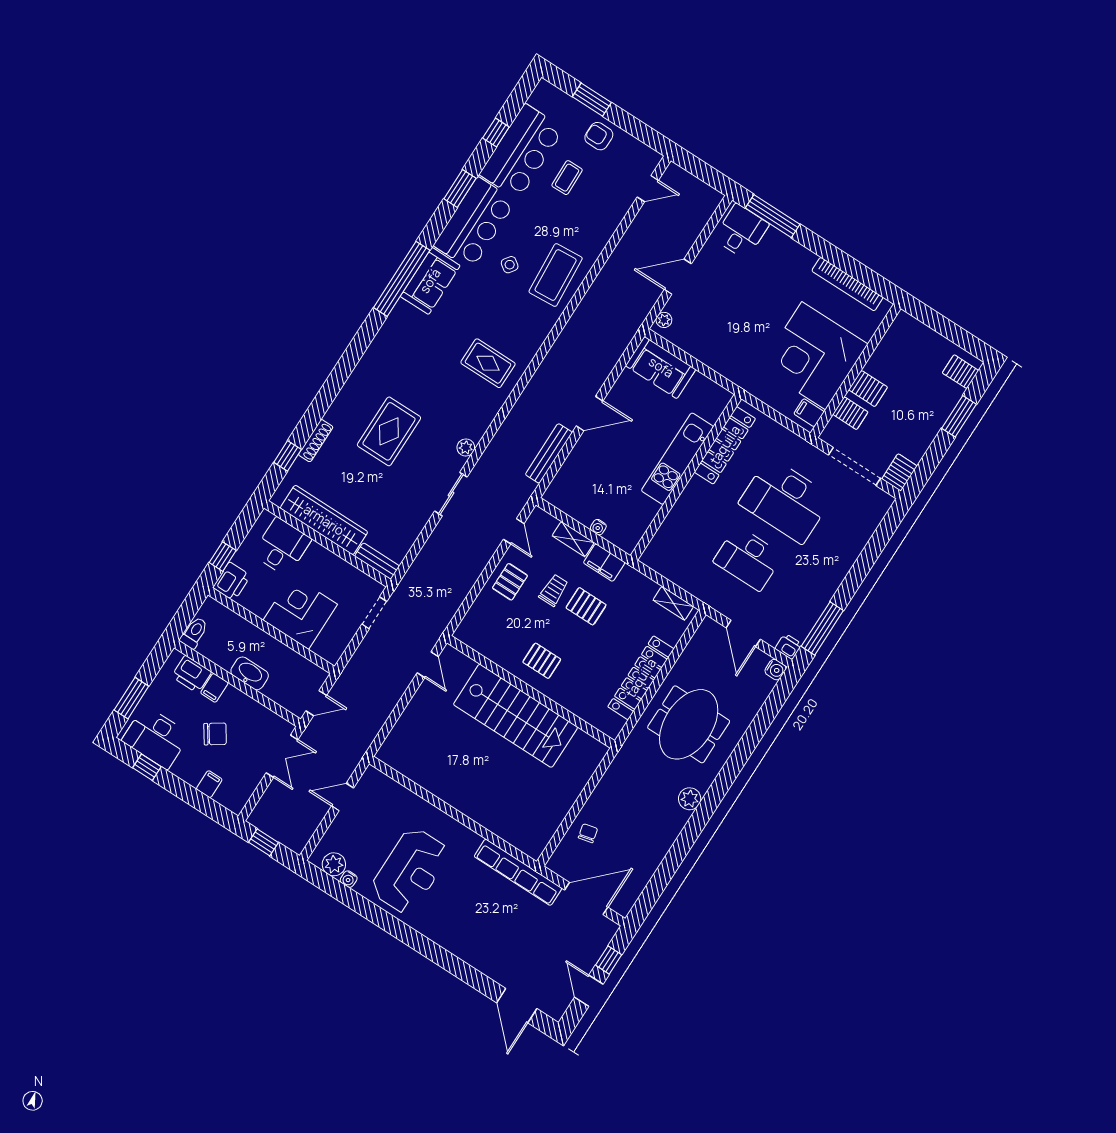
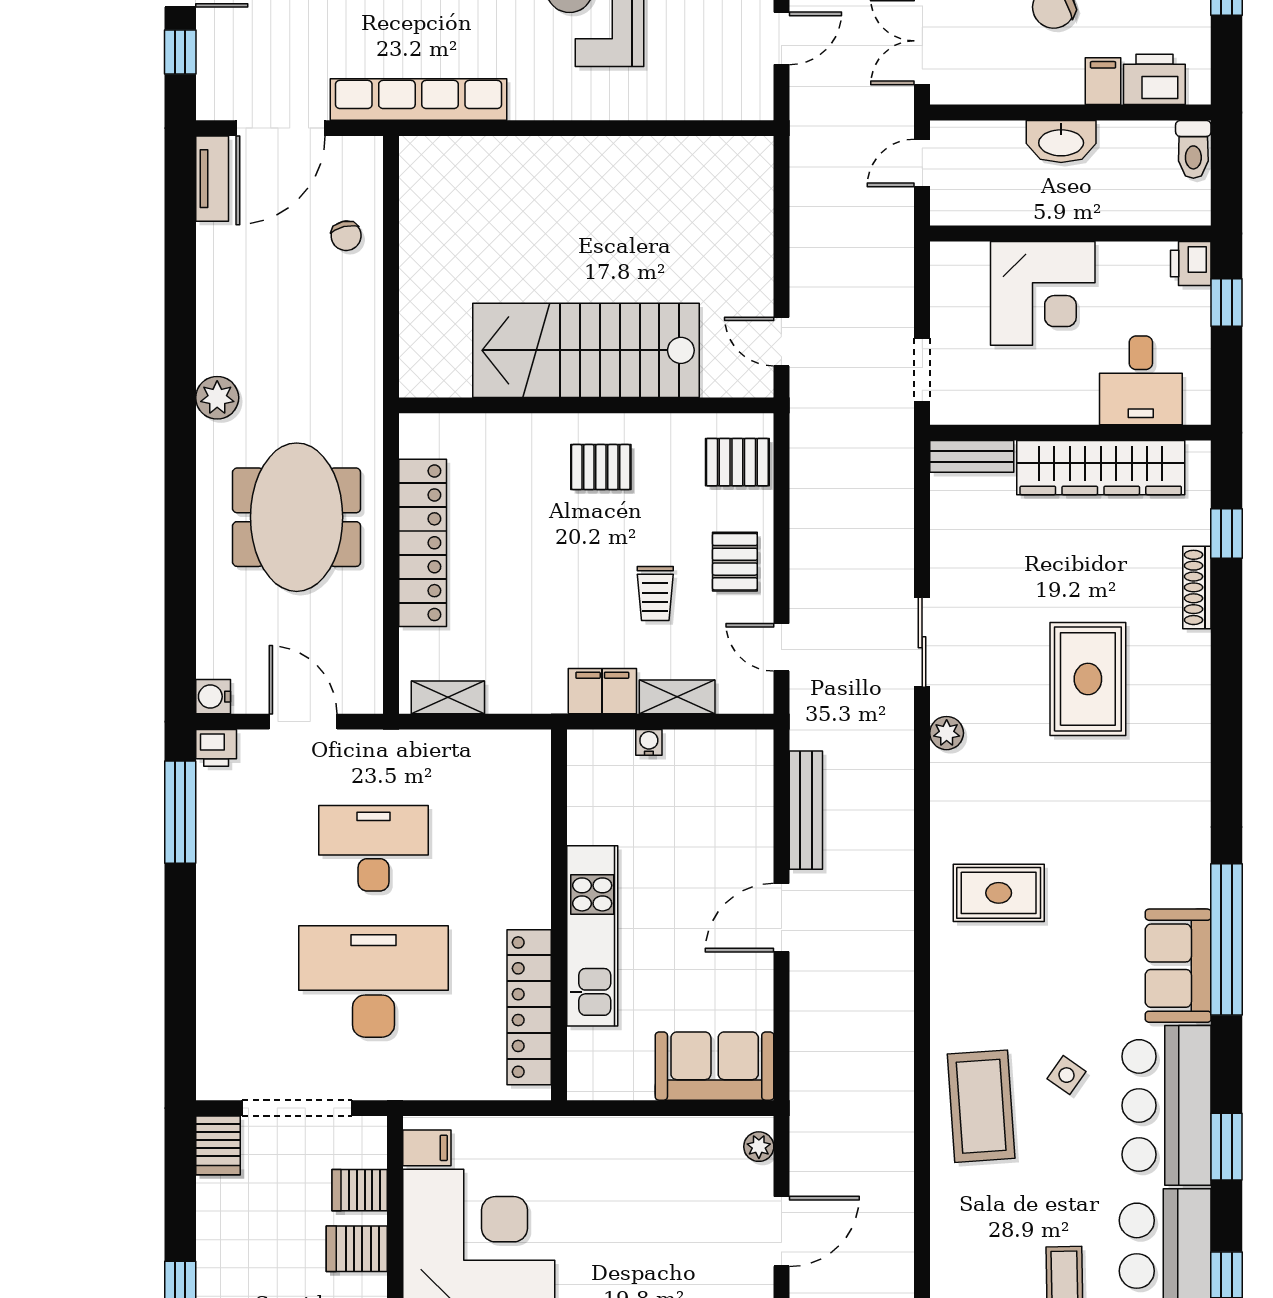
printer: (232, 582) -> (1191, 263), width x0.73, depth x0.81
pallet: (586, 606) -> (737, 462), moved
tv unit: (630, 896) -> (212, 179), added

